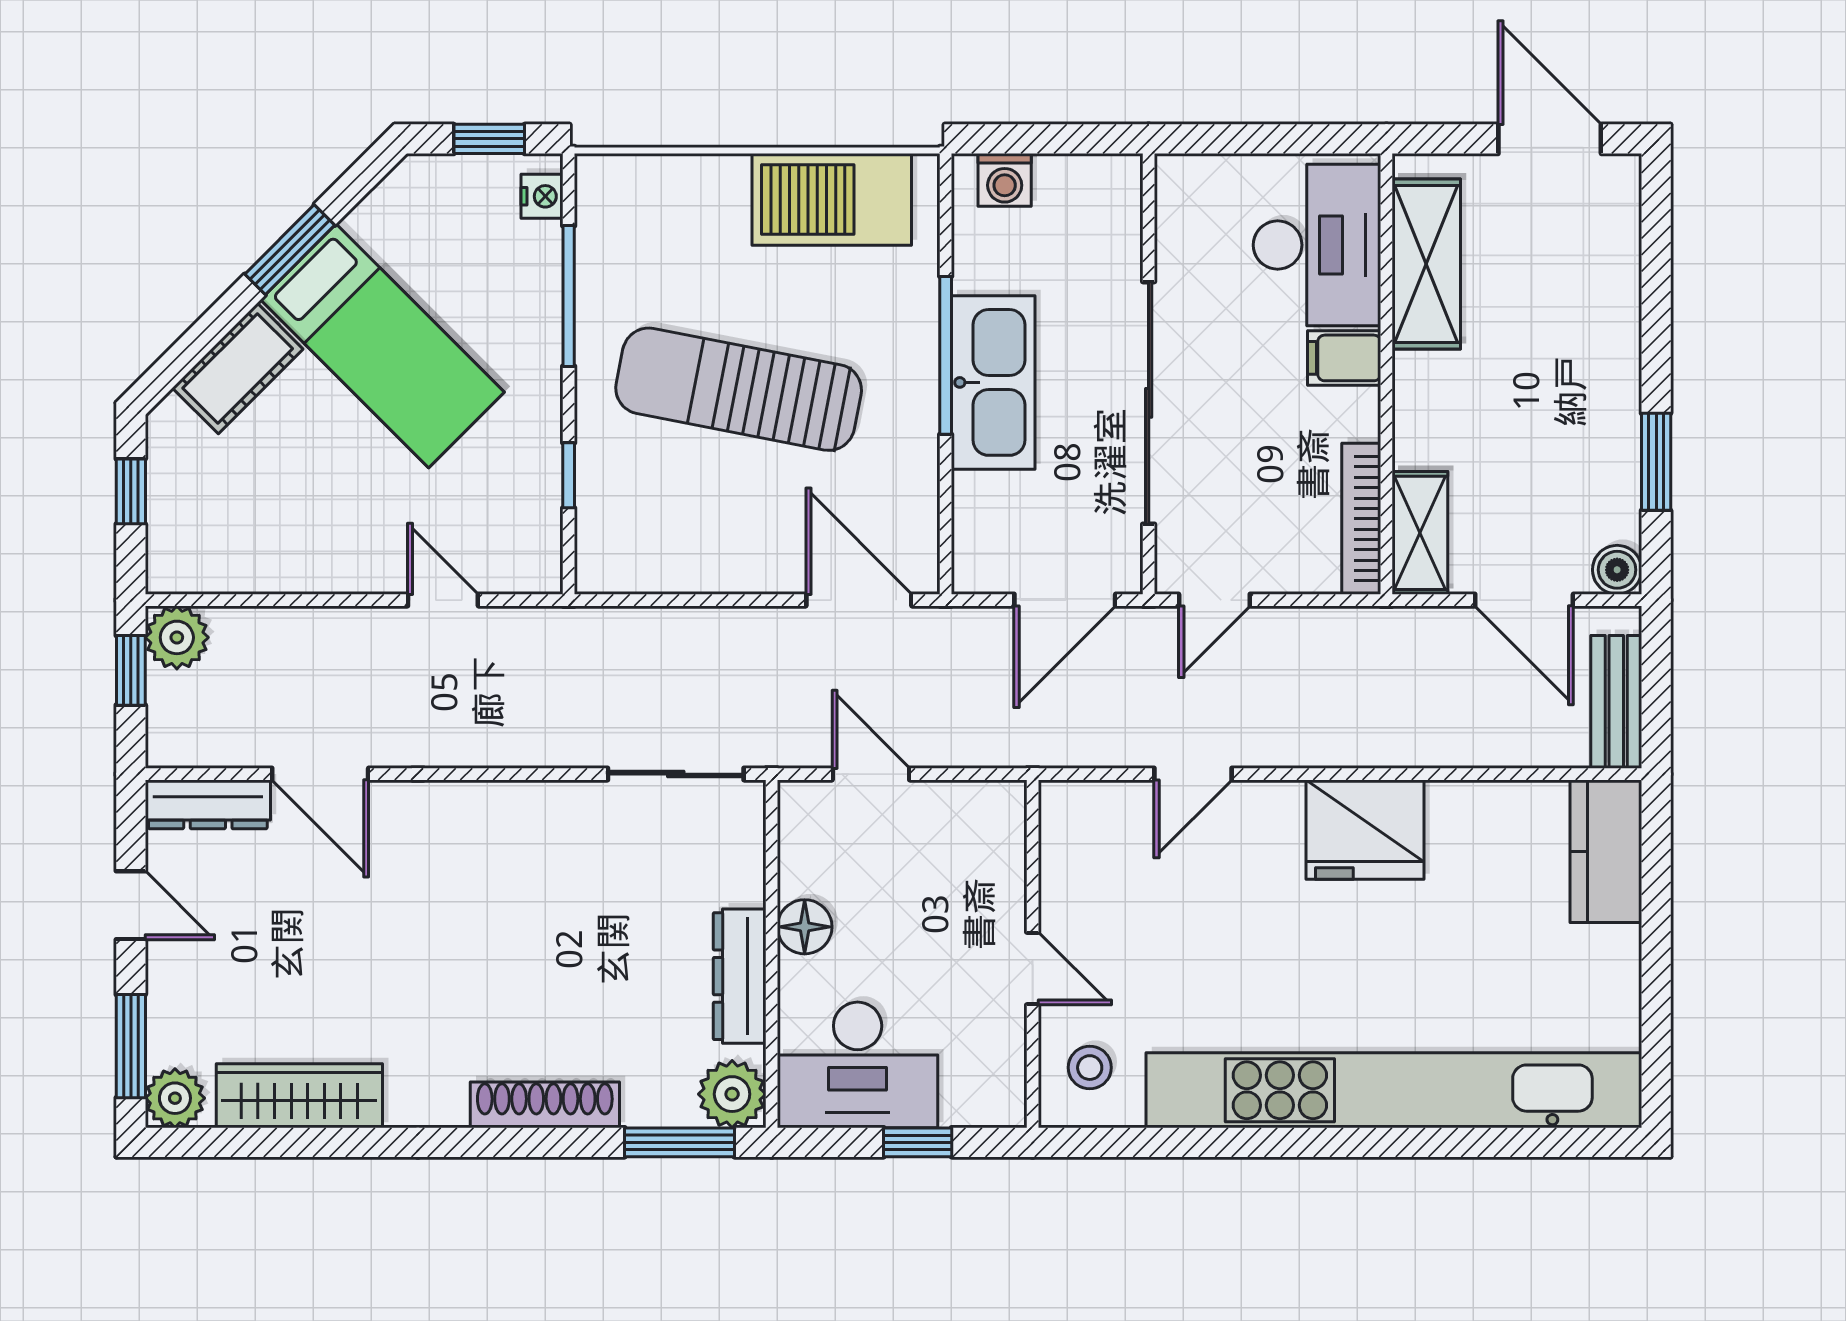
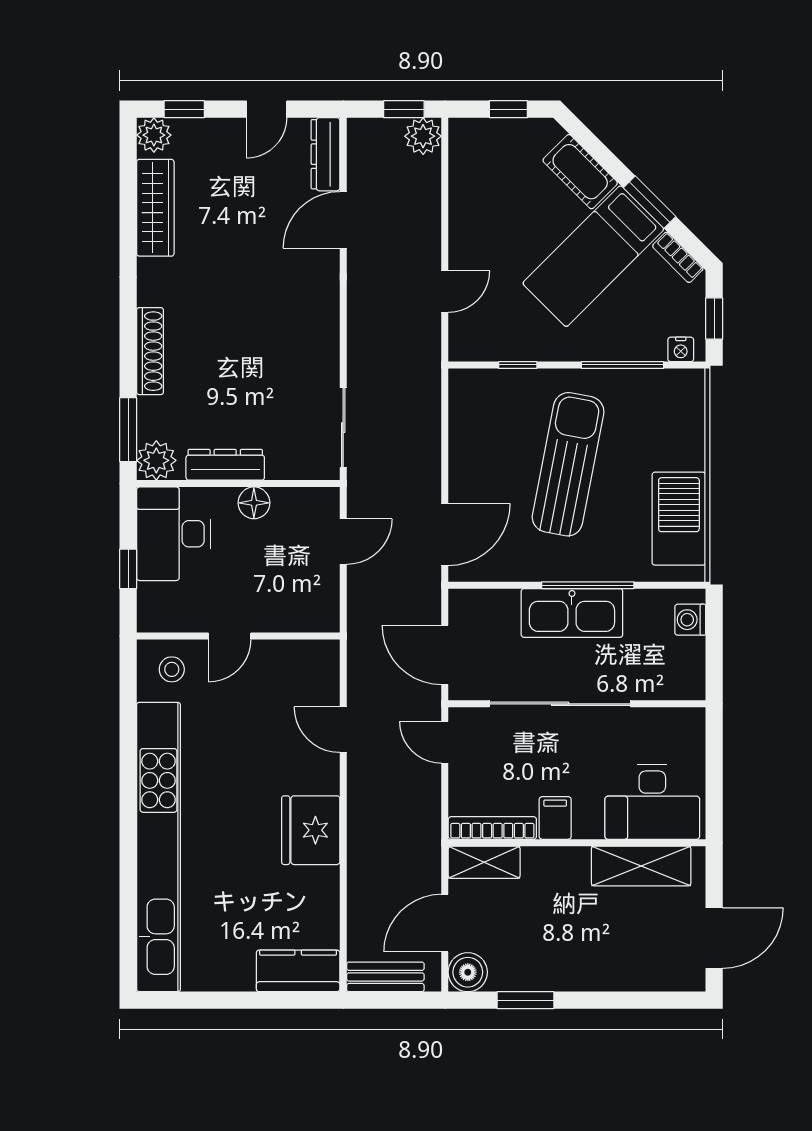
bookcase: (384, 201) -> (678, 257), added
filing cabinet: (1344, 358) -> (555, 818), moved
boiler: (1617, 570) -> (468, 972), width x1.36, depth x1.36
window: (131, 1046) -> (184, 109), width x0.67

